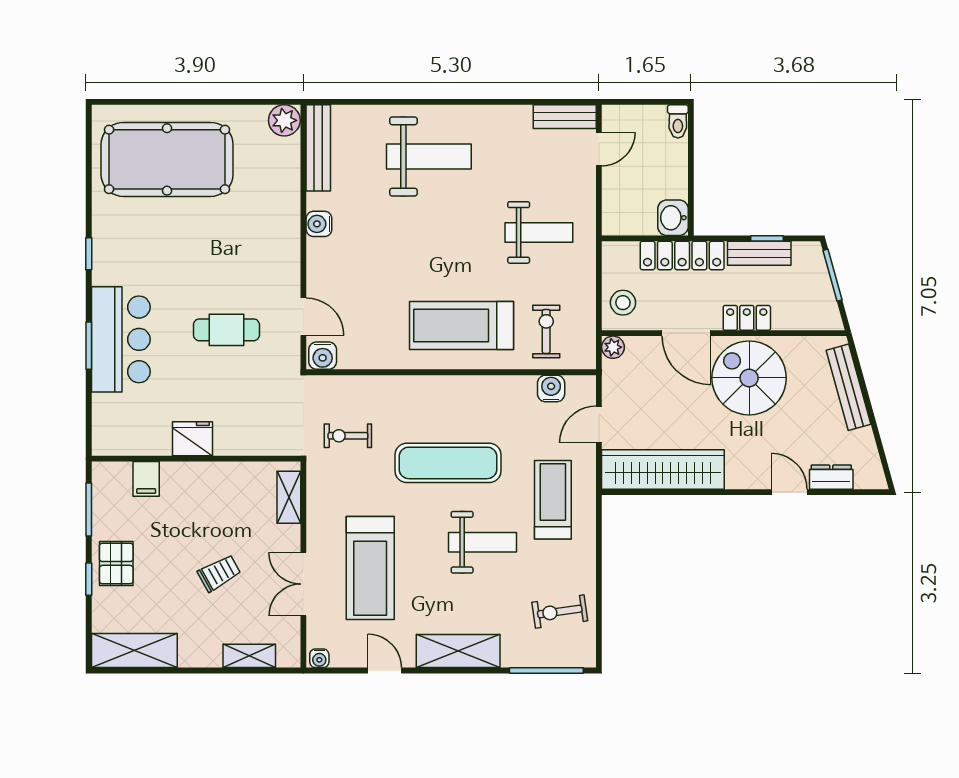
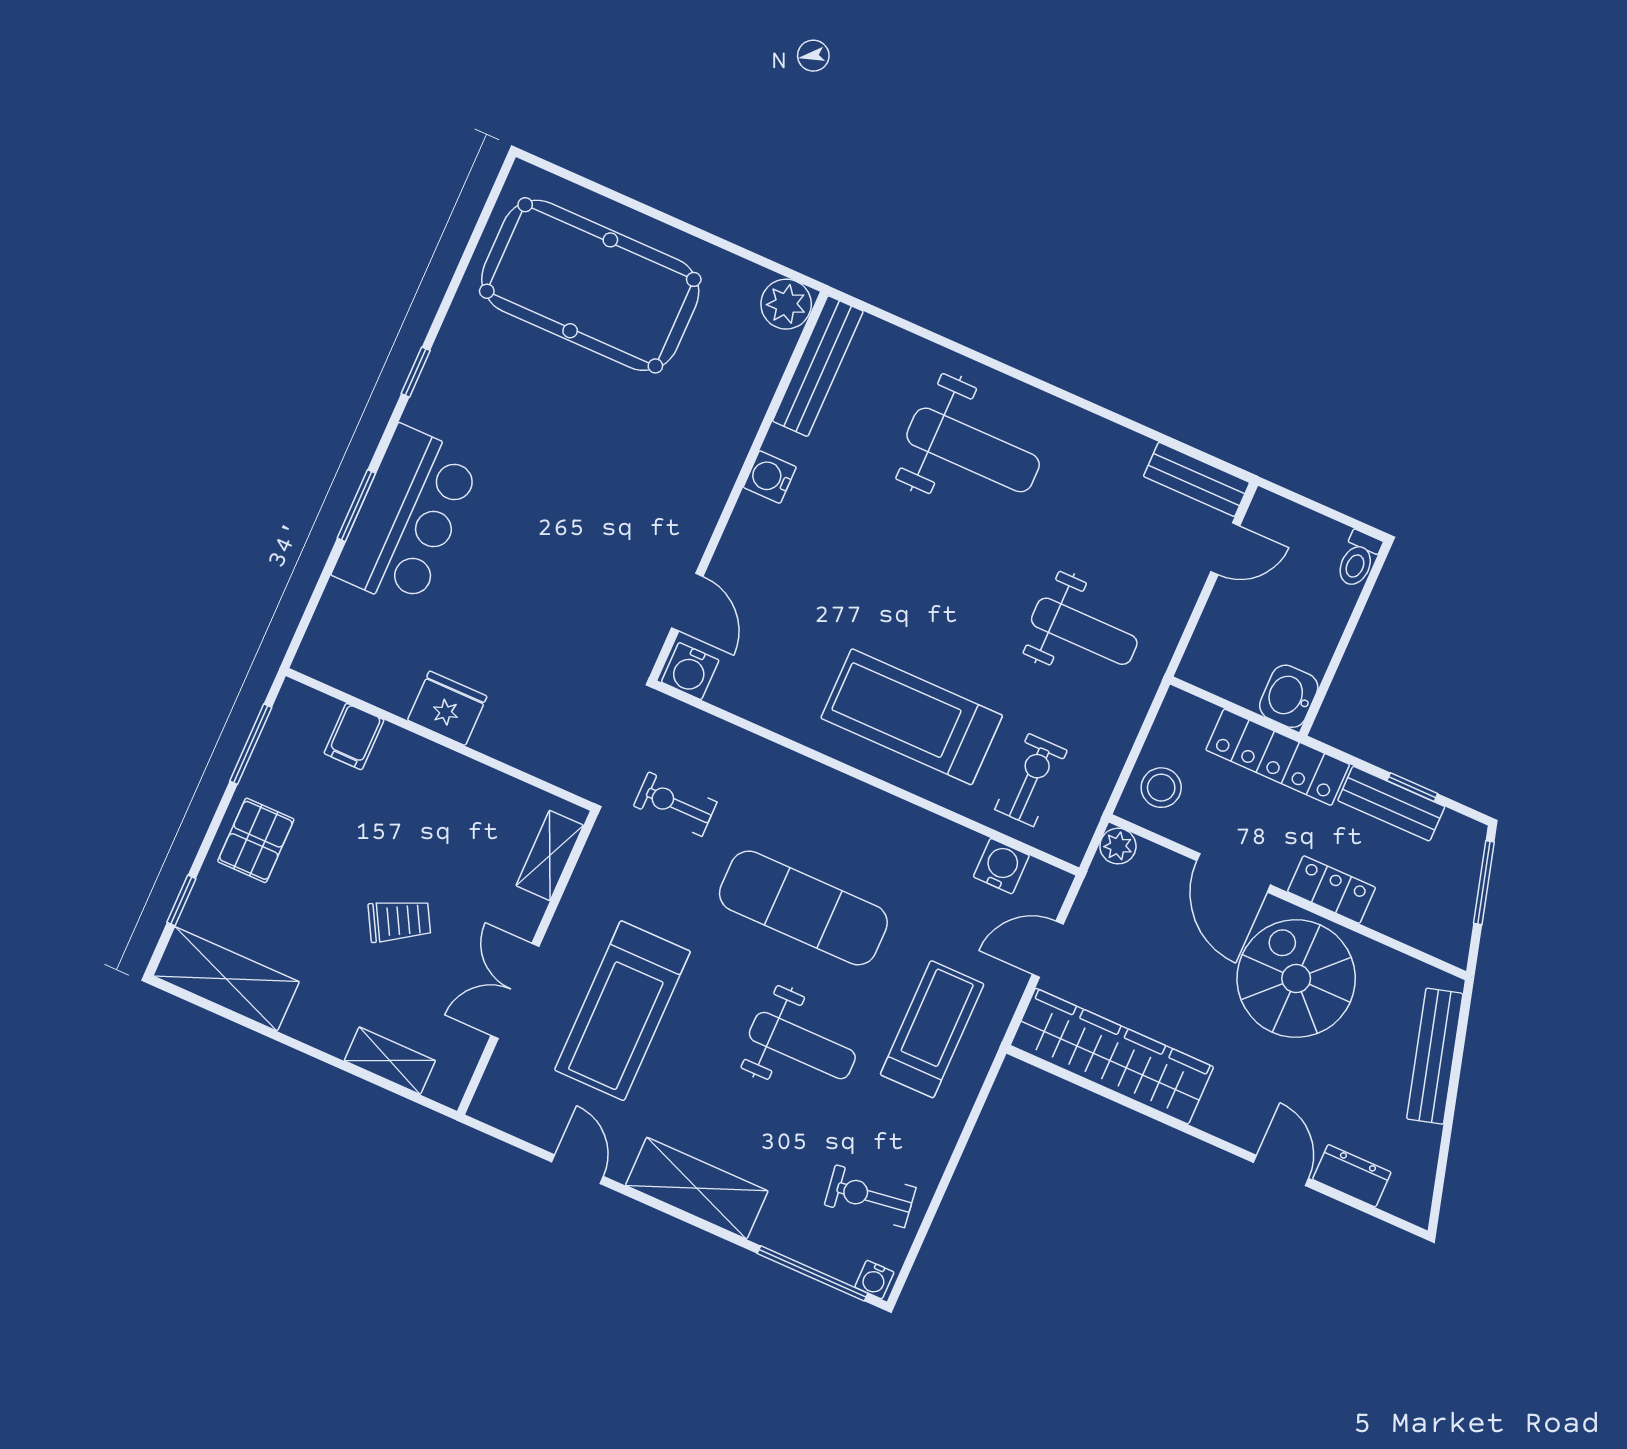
cafe table: (226, 330) -> (567, 572), removed
window: (89, 579) -> (181, 900), moved
water cooler: (319, 658) -> (874, 1280), moved

